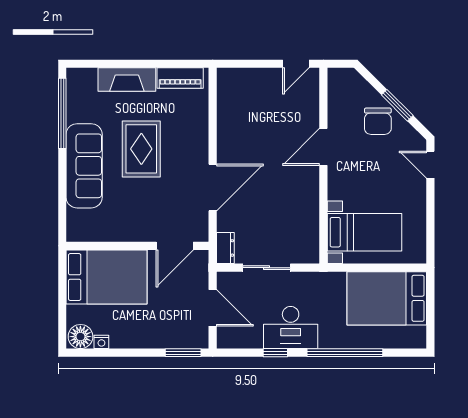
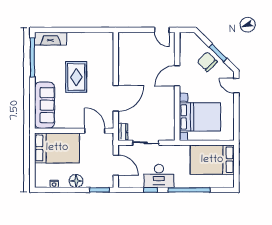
door: (296, 64) -> (162, 30), hinge flipped
piano: (180, 78) -> (98, 38), removed
fireplace: (127, 80) -> (51, 39), moved
chair: (378, 121) -> (207, 62), turned 135
sofa: (84, 166) -> (45, 105), moved
bed with nightstands: (365, 232) -> (200, 117), width x1.36
door: (175, 246) -> (95, 131), swing flipped
floor lamp: (80, 337) -> (76, 181), moved

